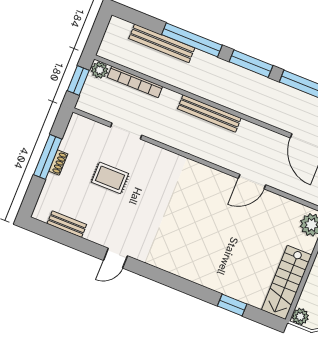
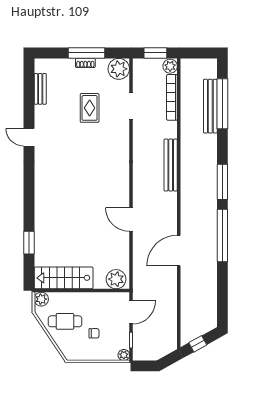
window: (192, 40) -> (222, 104), moved
plant: (80, 128) -> (119, 69), added

